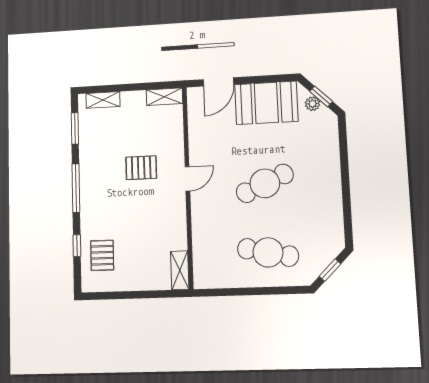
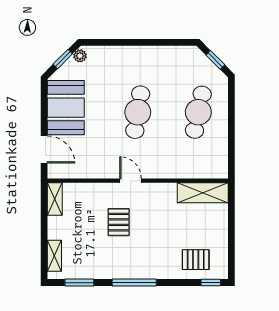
plant: (313, 104) -> (80, 56), moved
cafe table: (265, 183) -> (138, 112), turned 33
window: (77, 246) -> (211, 283), moved
shelving: (180, 270) -> (203, 193), width x1.50, depth x1.33

